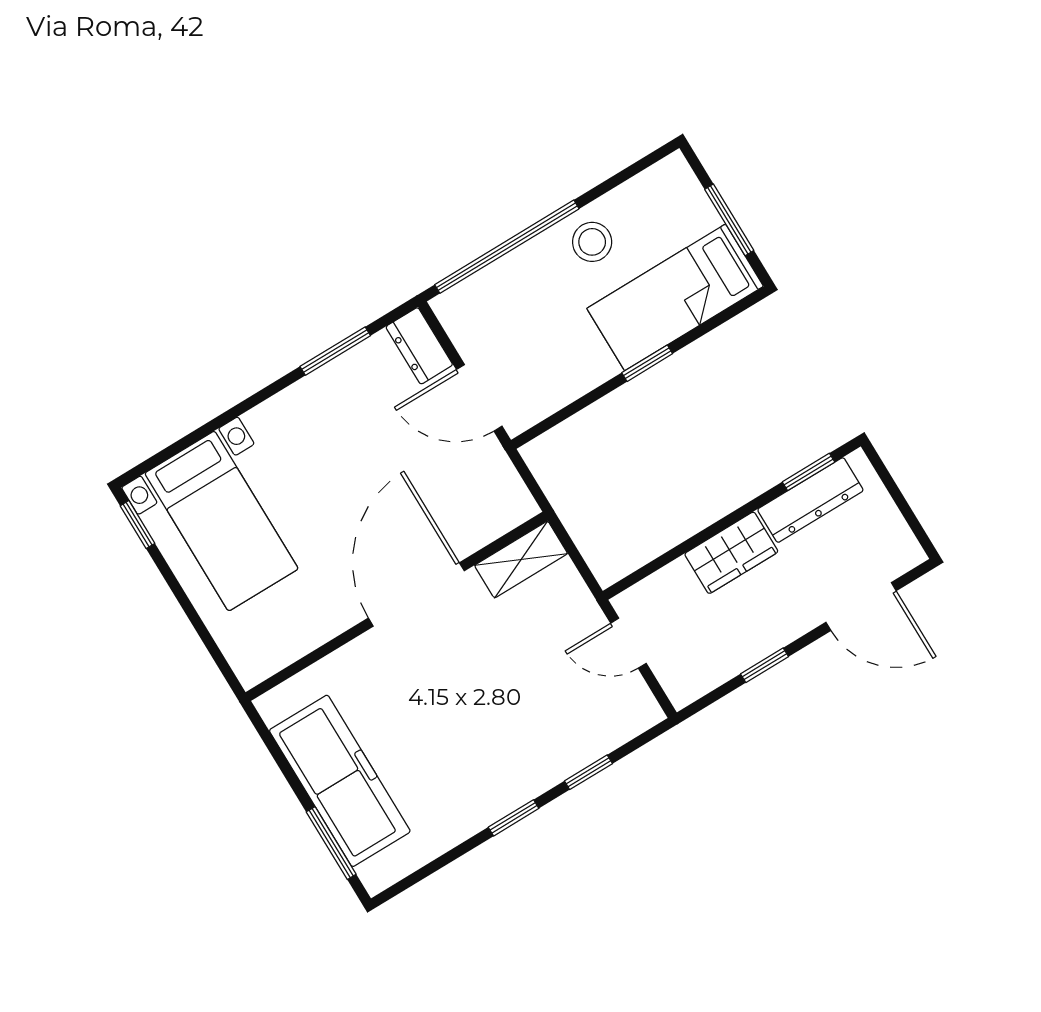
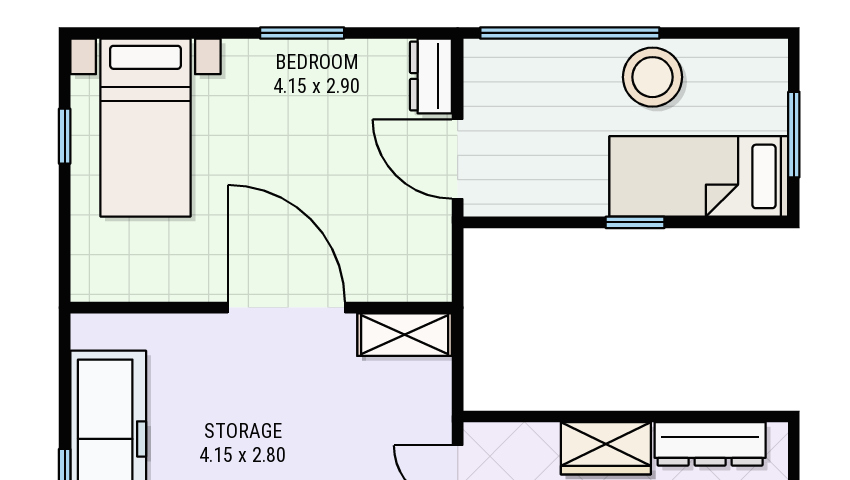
stool: (592, 242) -> (652, 77), width x1.38, depth x1.38
window: (335, 351) -> (302, 33), moved
window: (809, 472) -> (724, 416), removed
window: (138, 525) -> (65, 136), moved
door: (416, 594) -> (286, 308), hinge flipped

